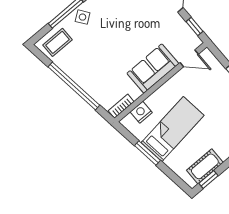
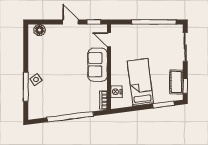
coffee table: (58, 42) -> (38, 105), removed
door: (189, 58) -> (109, 40), swing flipped
window: (147, 153) -> (163, 105), moved

